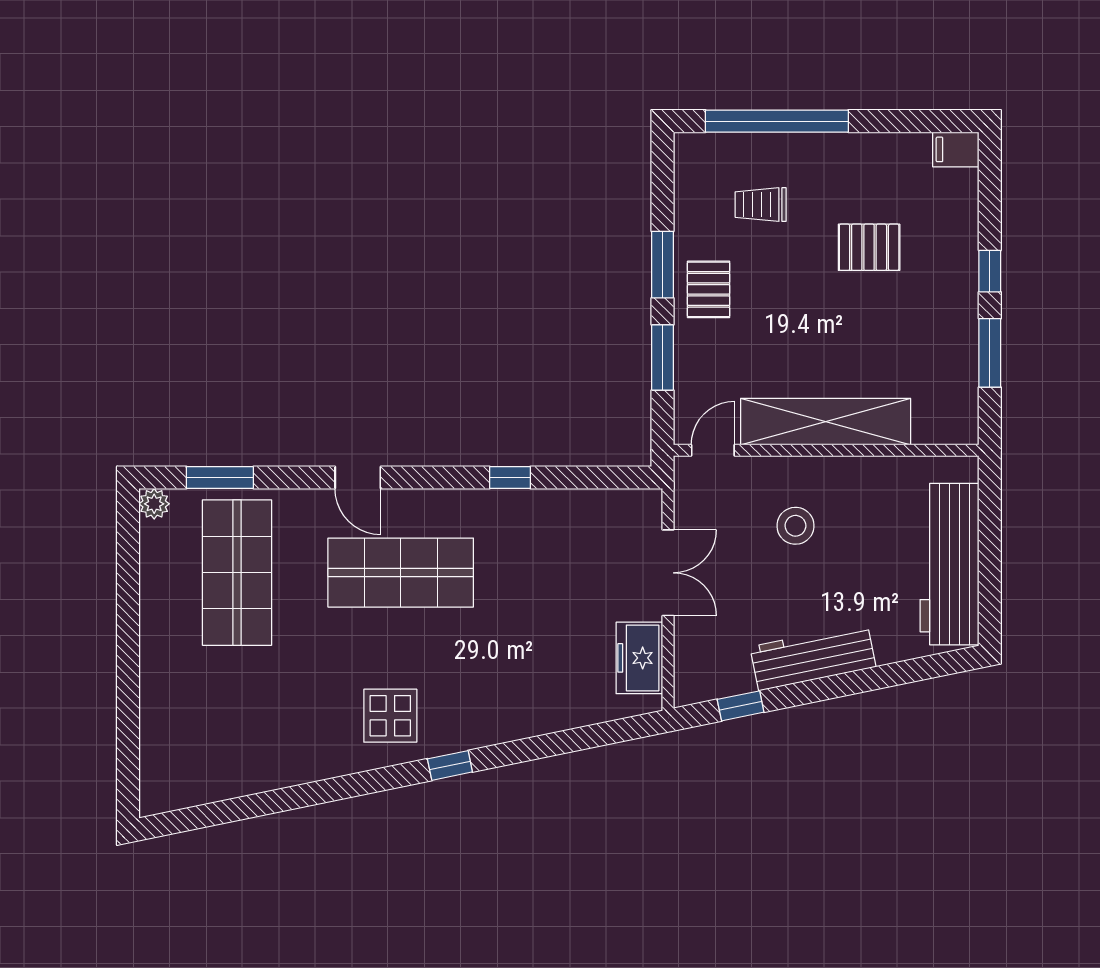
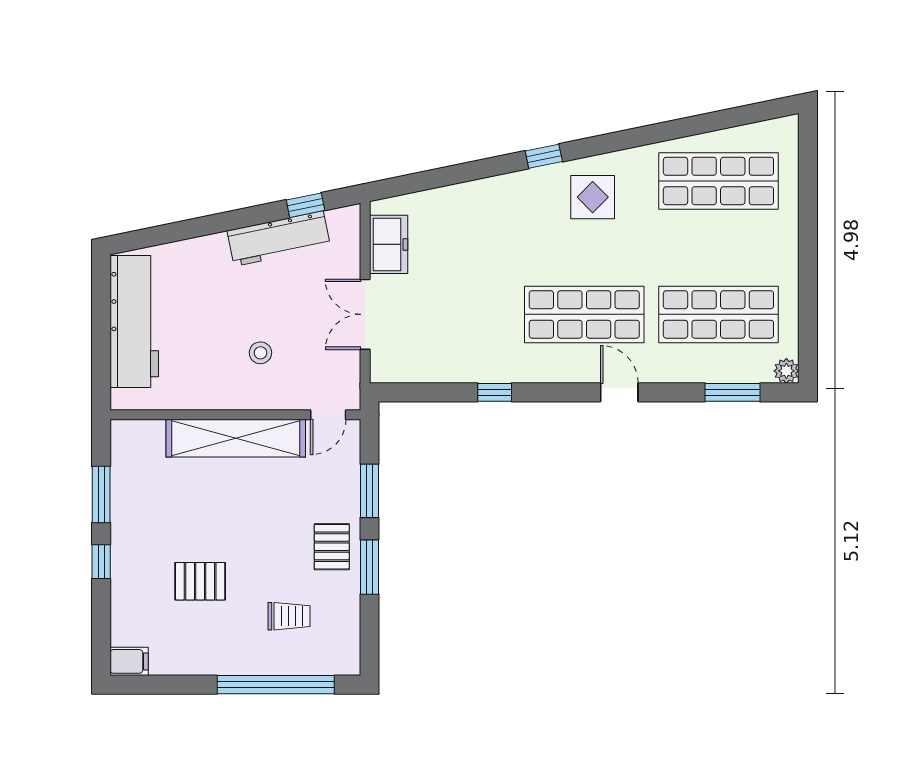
stool: (795, 526) -> (260, 353), width x0.73, depth x0.73
shop shelf: (237, 573) -> (718, 314), turned 90
workbench: (813, 657) -> (279, 239), moved
shop shelf: (237, 735) -> (718, 181), added

